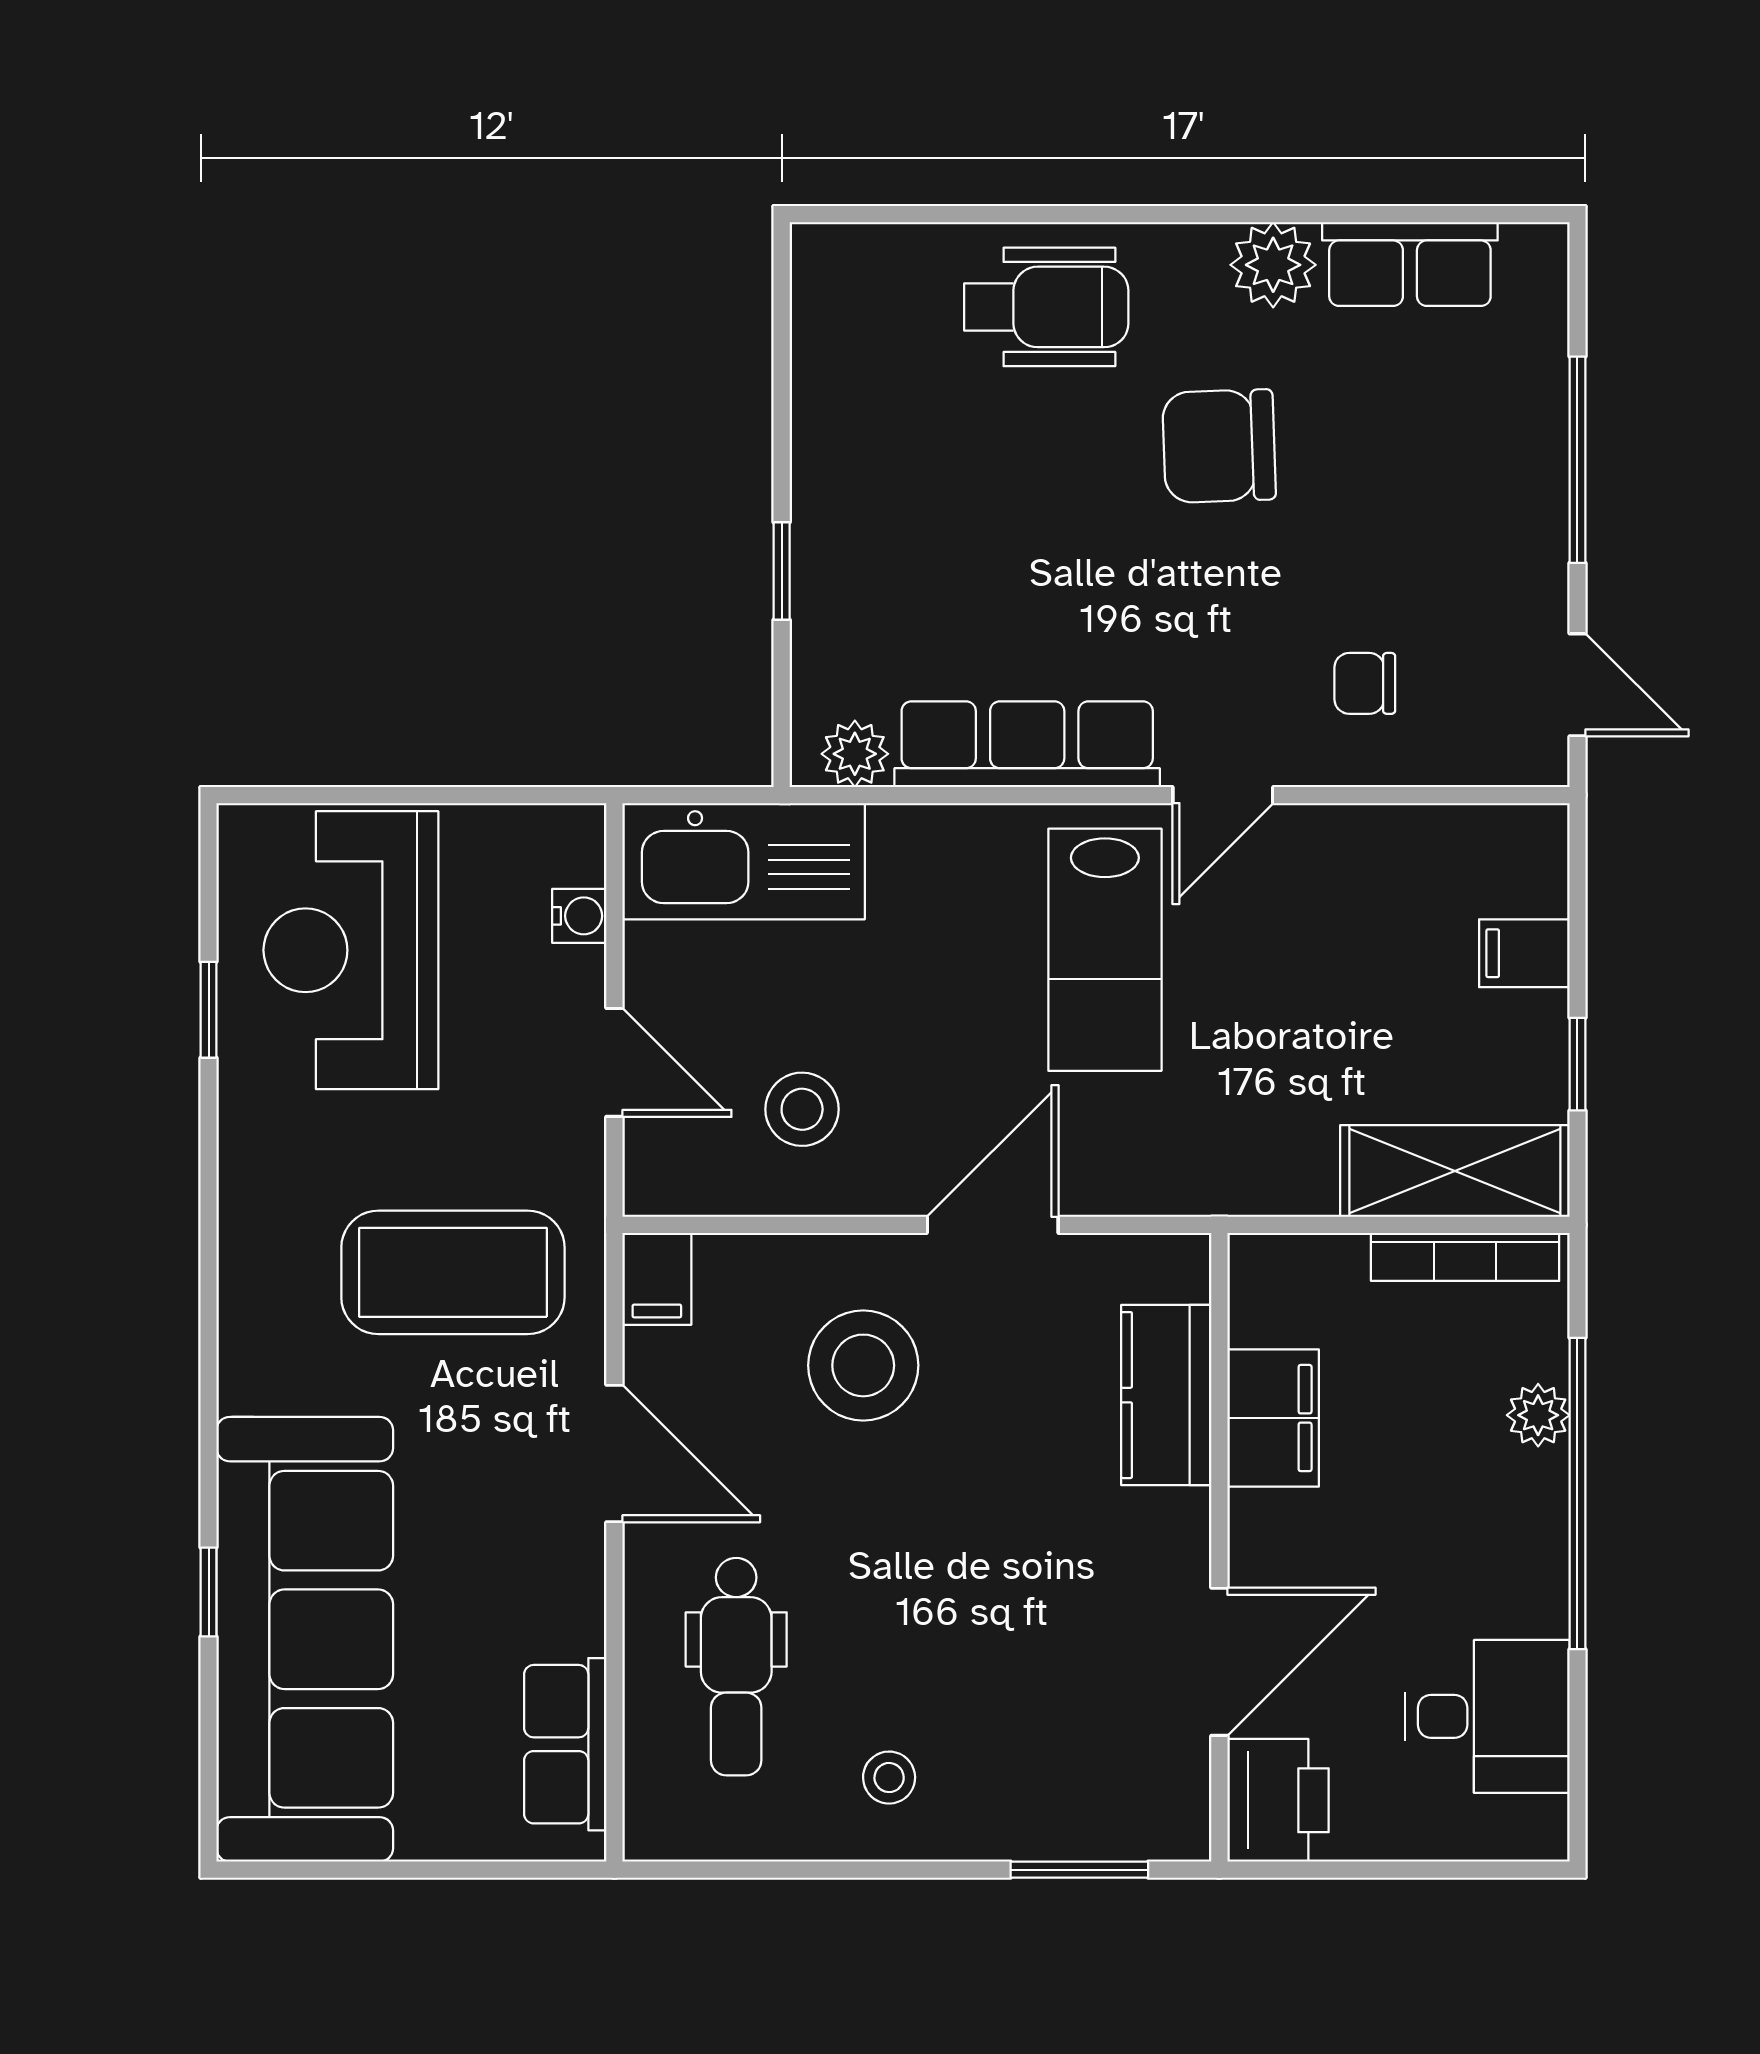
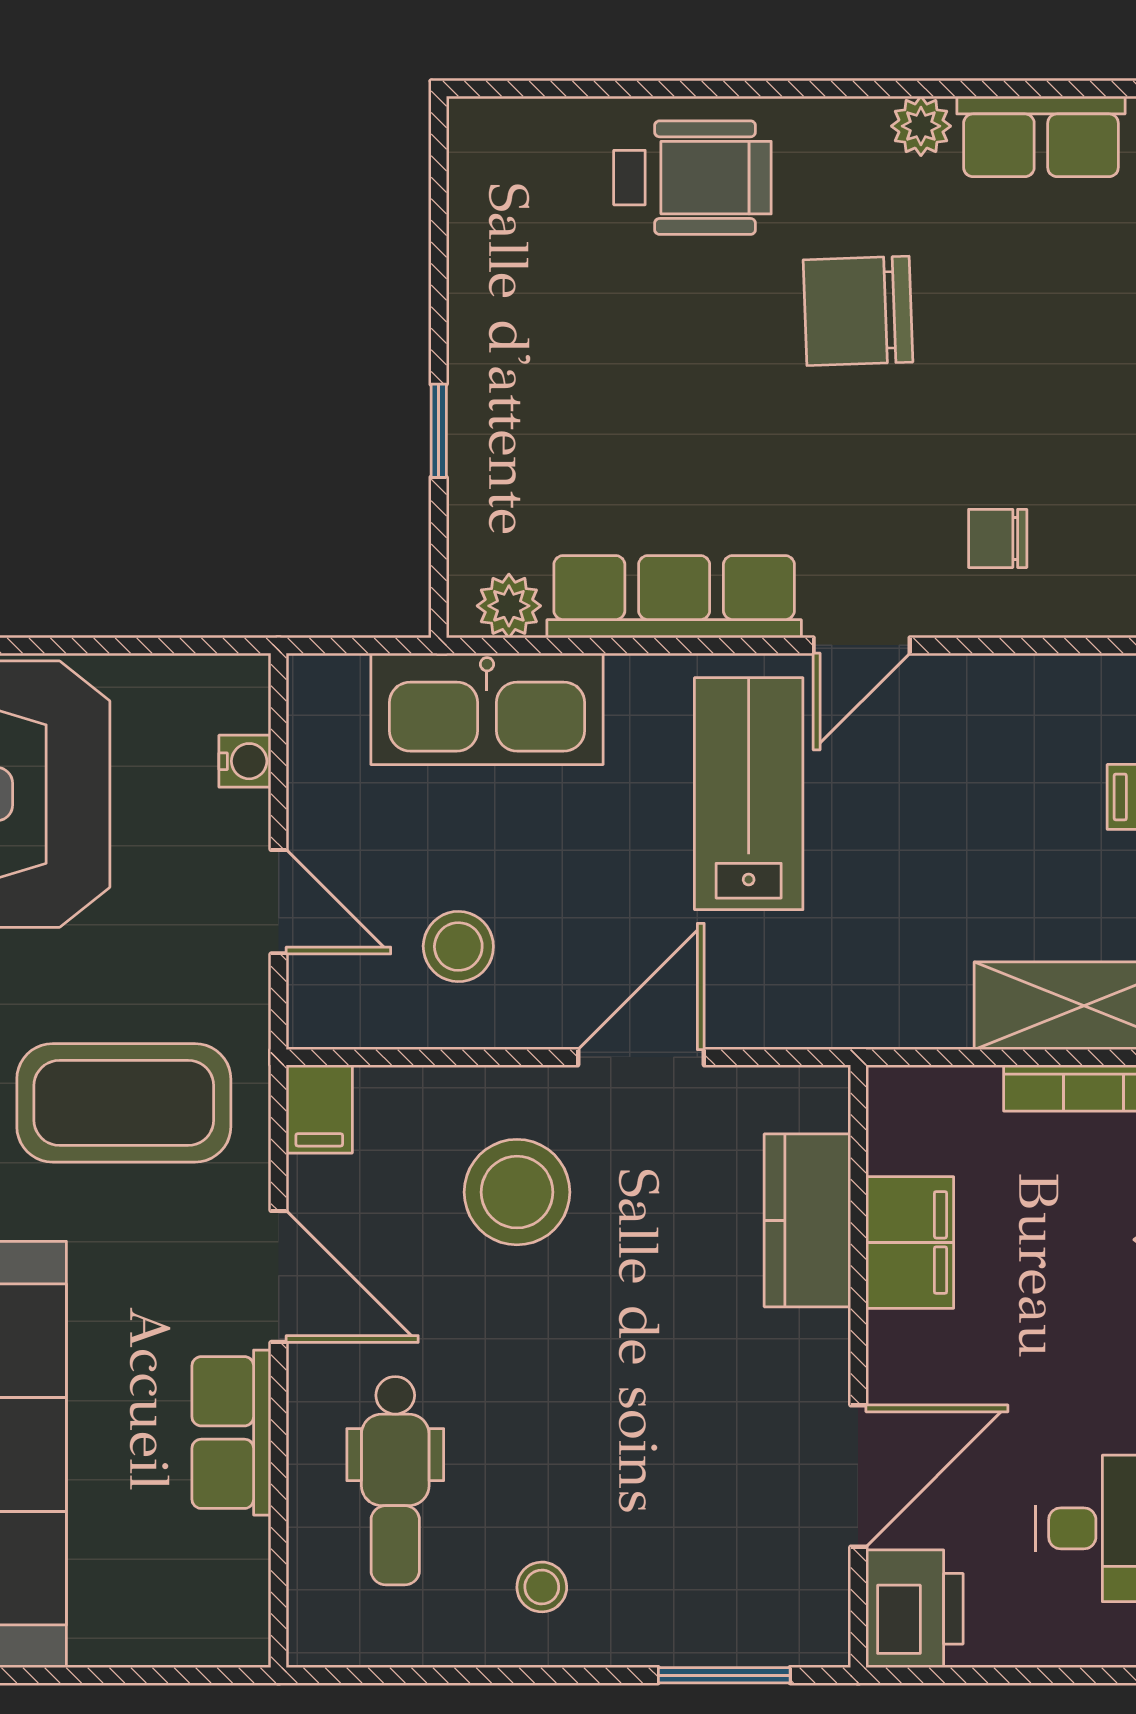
plant: (1273, 265) -> (921, 126), width x0.73, depth x0.73
kitchen sink: (744, 861) -> (487, 709), moved
lab bench: (1105, 950) -> (749, 794), turned 180
row of seats: (565, 1744) -> (231, 1433), moved

